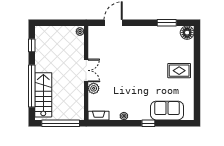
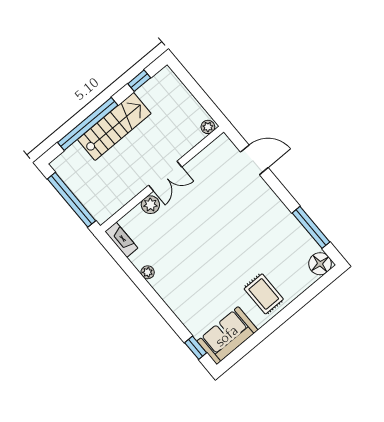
window: (167, 23) -> (311, 227), width x1.44
stairs: (43, 95) -> (114, 126), moved
sofa: (167, 111) -> (227, 336), moved, turned -90
window: (148, 123) -> (196, 348), moved

